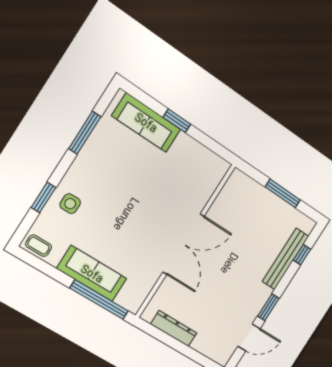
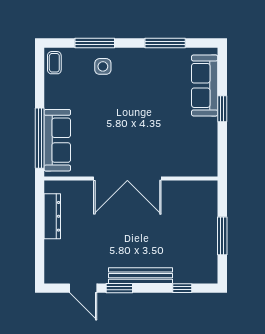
window: (43, 197) -> (95, 43), width x1.44
bench: (285, 259) -> (141, 276), moved
sofa: (92, 274) -> (57, 140), moved

